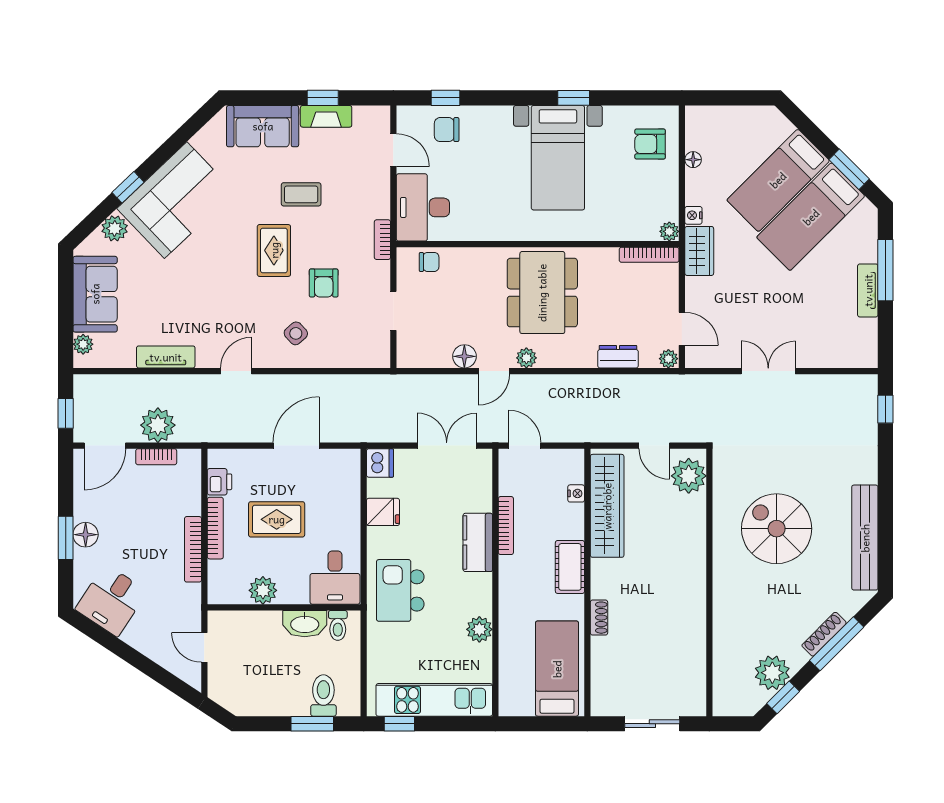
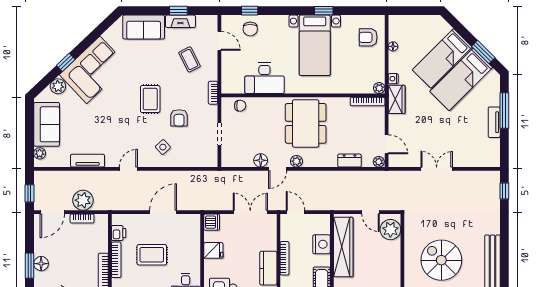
chair: (447, 130) -> (250, 29), turned -90
coffee table: (301, 194) -> (190, 59), moved, turned 63
desk: (423, 207) -> (264, 78), moved, turned -90
nightstand: (576, 493) -> (321, 244), width x1.89, depth x1.79

